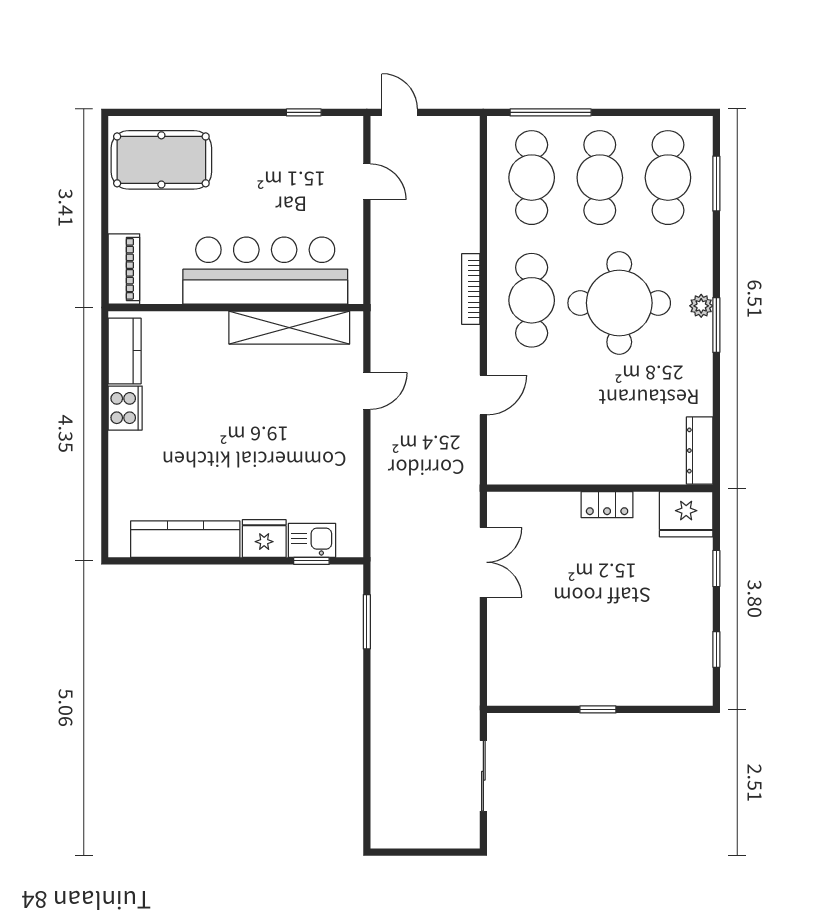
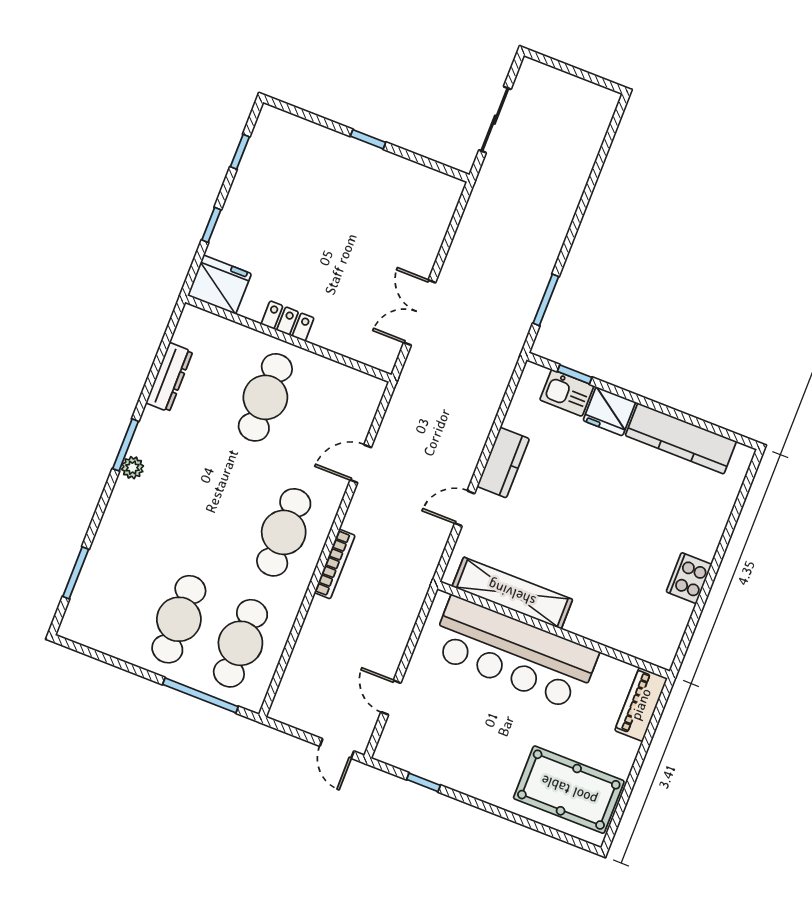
cafe table: (668, 178) -> (265, 397), moved
round table: (619, 303) -> (206, 499), removed
kitchen counter: (125, 351) -> (503, 463), moved, turned 180
dresser: (700, 451) -> (169, 377), moved

